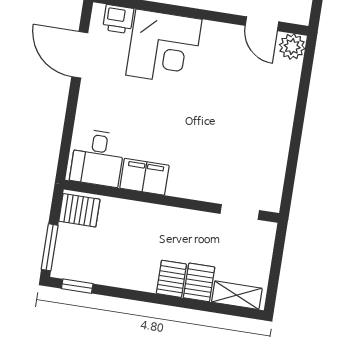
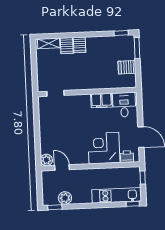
desk: (98, 158) -> (124, 105), moved
filing cabinet: (144, 177) -> (101, 101), moved
wall: (171, 201) -> (87, 92), moved
doorway: (240, 212) -> (55, 93), moved

